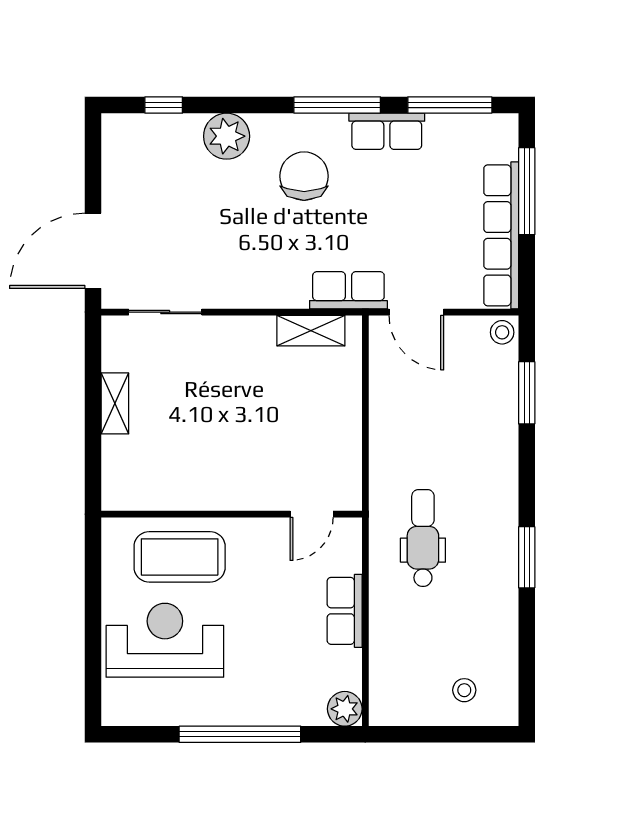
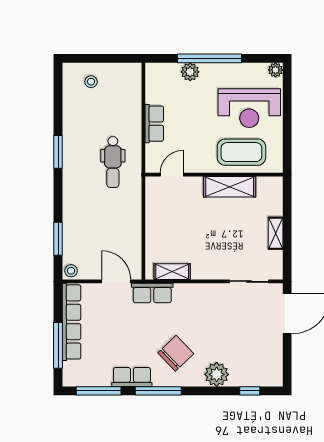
chair: (304, 176) -> (176, 353), turned -134
shelving: (202, 491) -> (230, 187), added
plant: (345, 709) -> (190, 72), moved
plant: (115, 712) -> (276, 70), added

